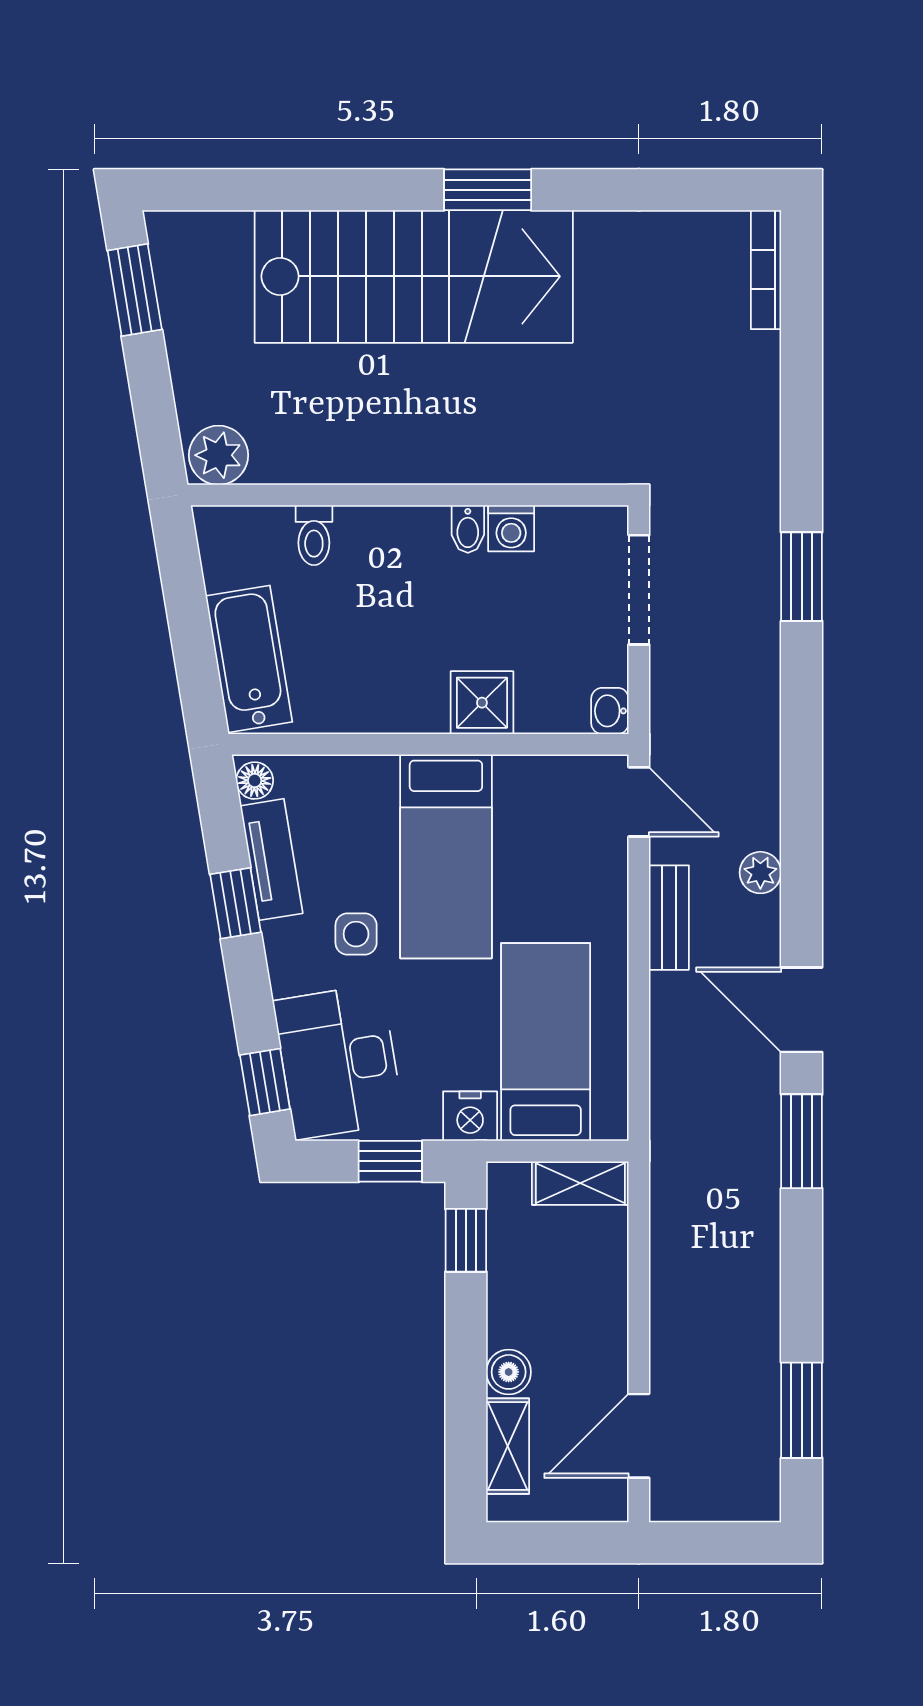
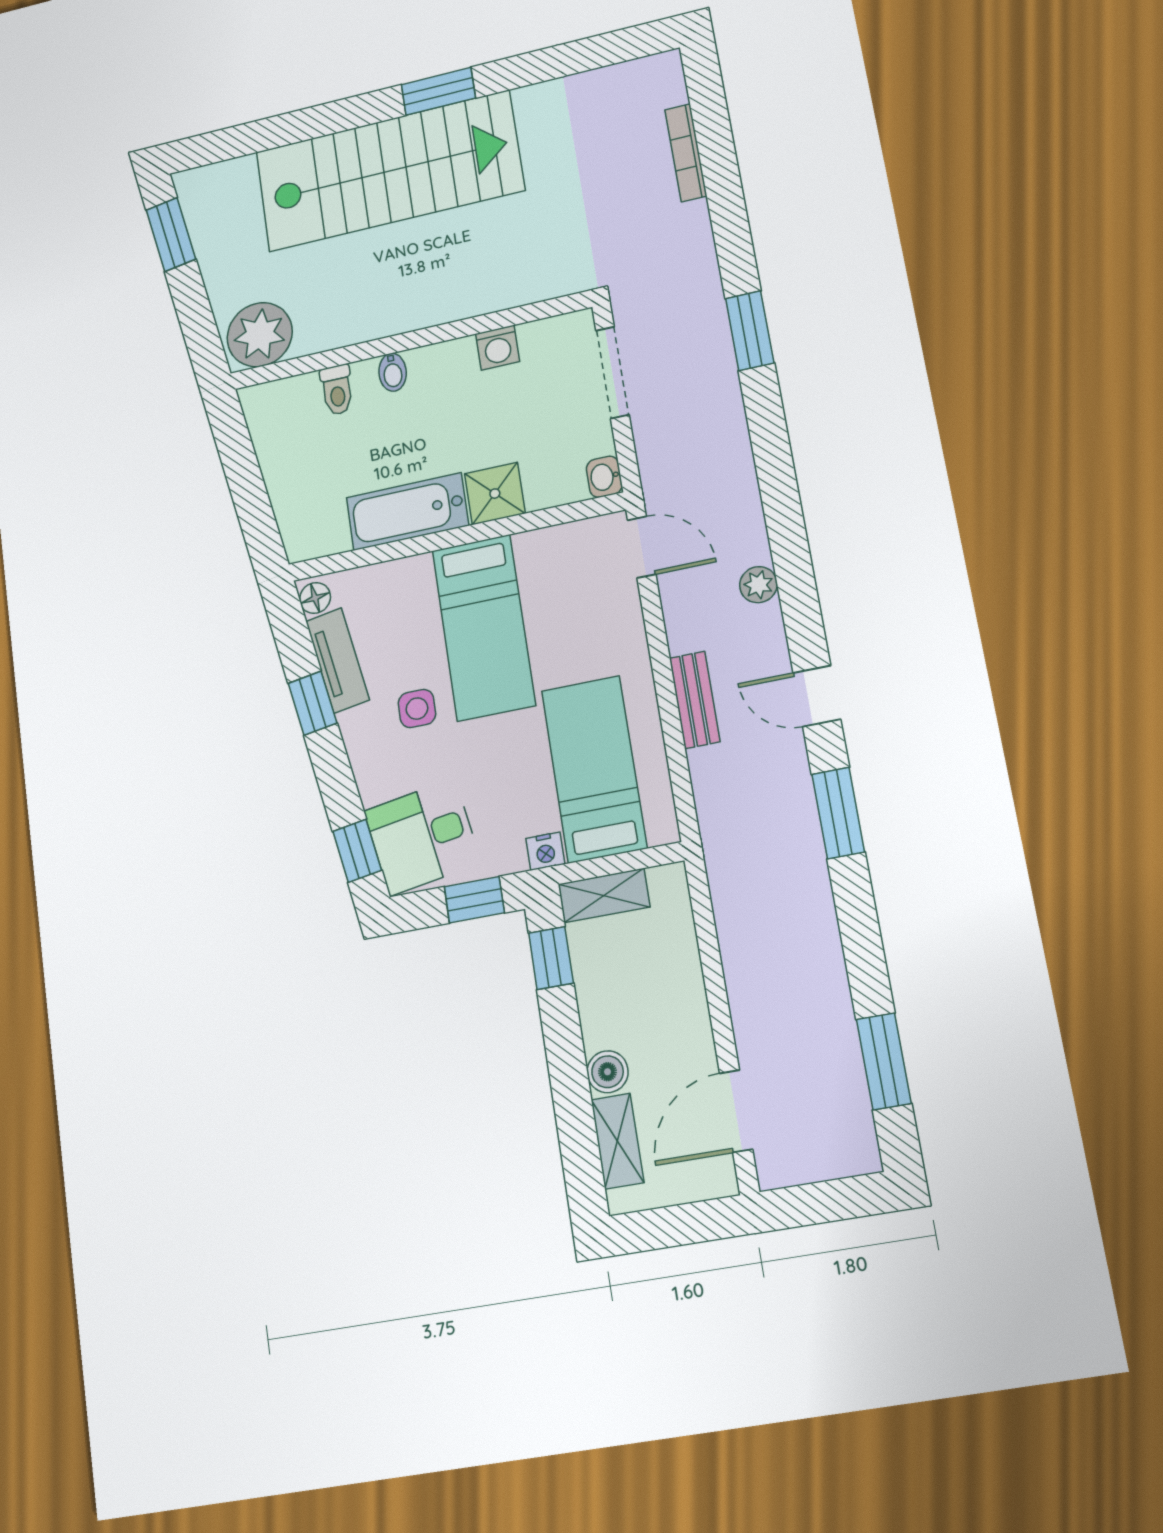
bookcase: (766, 270) -> (686, 153), moved
plant: (218, 455) -> (260, 335), width x1.36, depth x1.36
bidet: (468, 529) -> (393, 372), moved
bathtub: (249, 659) -> (407, 512), moved, turned -81
bench: (669, 918) -> (695, 700), moved
door: (802, 1010) -> (817, 696), width x0.73
desk: (338, 1062) -> (422, 837), width x0.73
nightstand: (470, 1116) -> (545, 851), width x0.72, depth x0.74
shelving: (580, 1183) -> (604, 895), moved

